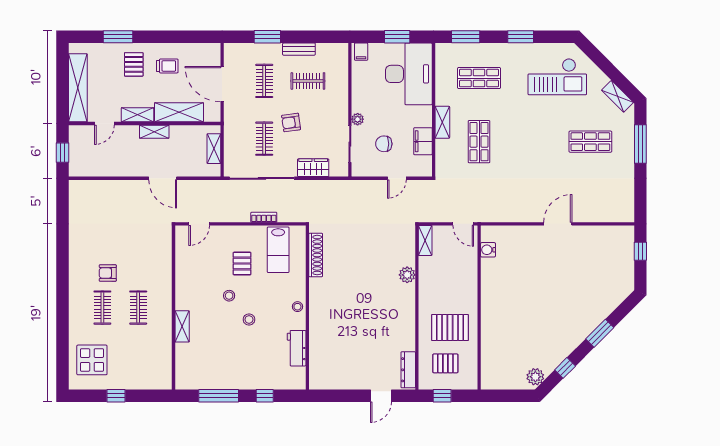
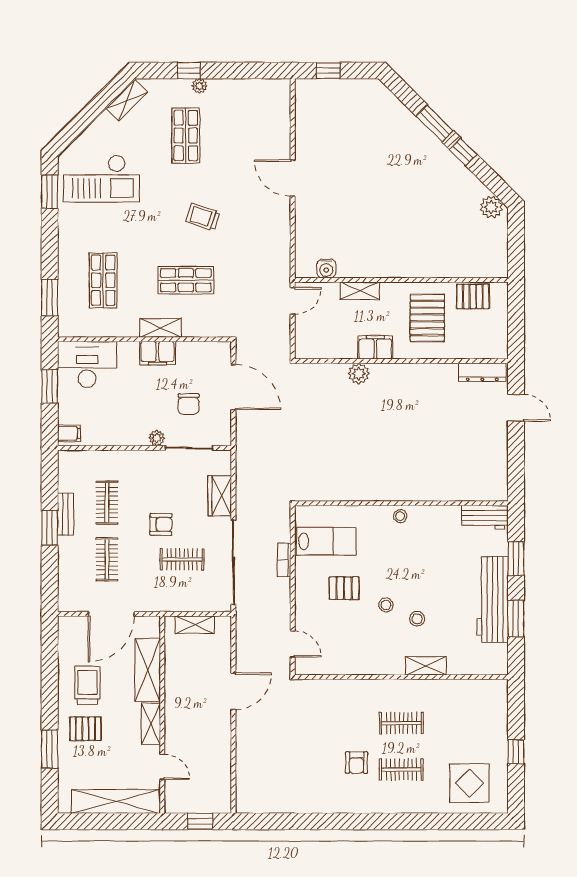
window: (267, 37) -> (50, 528), moved
window: (521, 37) -> (50, 192), moved
trolley: (167, 66) -> (88, 685), width x1.36, depth x1.39
desk: (409, 74) -> (87, 364), width x0.73, depth x0.77
checkout: (557, 77) -> (101, 179), turned 90
clothes rail: (264, 81) -> (107, 559), turned 90
armchair: (291, 122) -> (161, 524), turned -81
shelving: (154, 132) -> (173, 702), removed
filing cabinet: (423, 141) -> (157, 353), moved
window: (640, 144) -> (189, 71), width x0.46
plant: (629, 152) -> (199, 86), added
trolley: (528, 155) -> (203, 217), added
door: (397, 178) -> (233, 387), width x1.88
shelving: (425, 240) -> (360, 291), moved
shoe rack: (316, 255) -> (333, 493), removed
filing cabinet: (427, 288) -> (375, 347), added
stool: (249, 319) -> (417, 619), moved
workbench: (297, 348) -> (485, 517), moved
pallet: (445, 363) -> (473, 296), moved, turned 90
window: (565, 368) -> (463, 152), moved
workbench: (233, 378) -> (492, 599), added
window: (219, 396) -> (516, 619), width x0.69
window: (265, 396) -> (516, 559), width x1.50
window: (442, 396) -> (516, 328), removed

